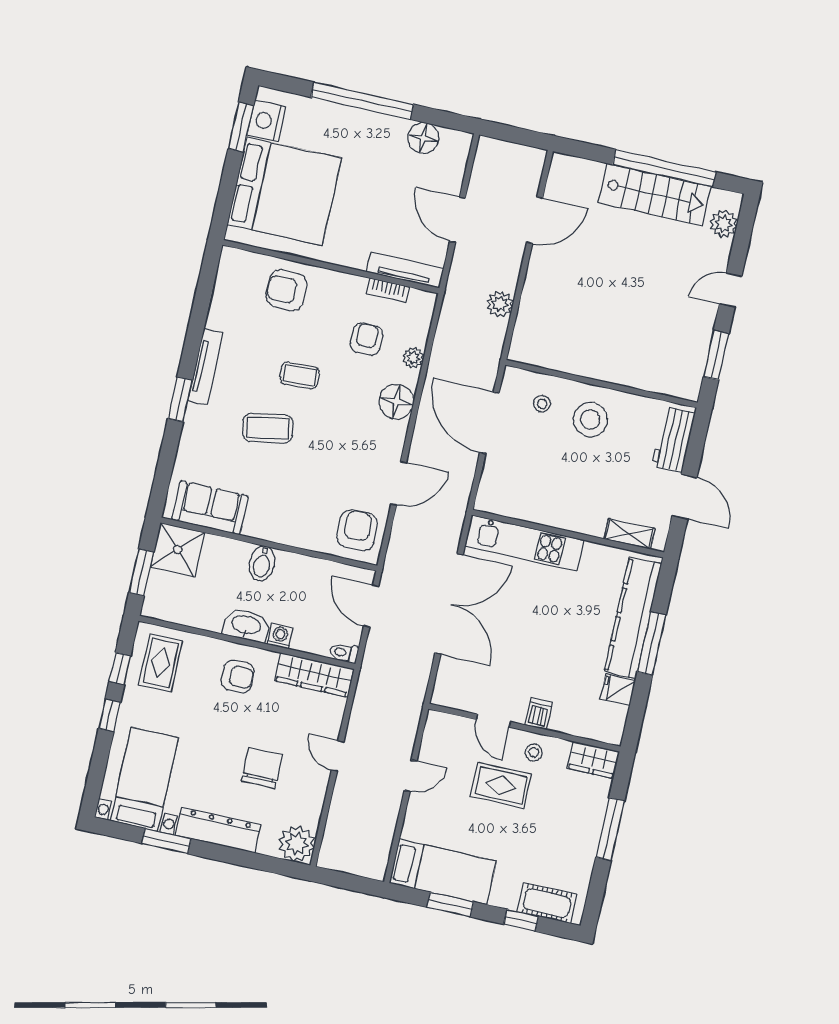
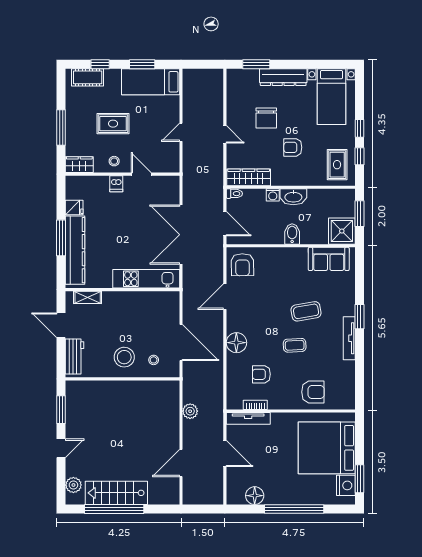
armchair: (366, 339) -> (261, 374), turned 90
plant: (413, 358) -> (233, 370), removed
armchair: (238, 676) -> (293, 147), moved
rug: (501, 785) -> (113, 124), moved
window: (166, 841) -> (256, 64), moved
plant: (297, 844) -> (237, 79), removed

